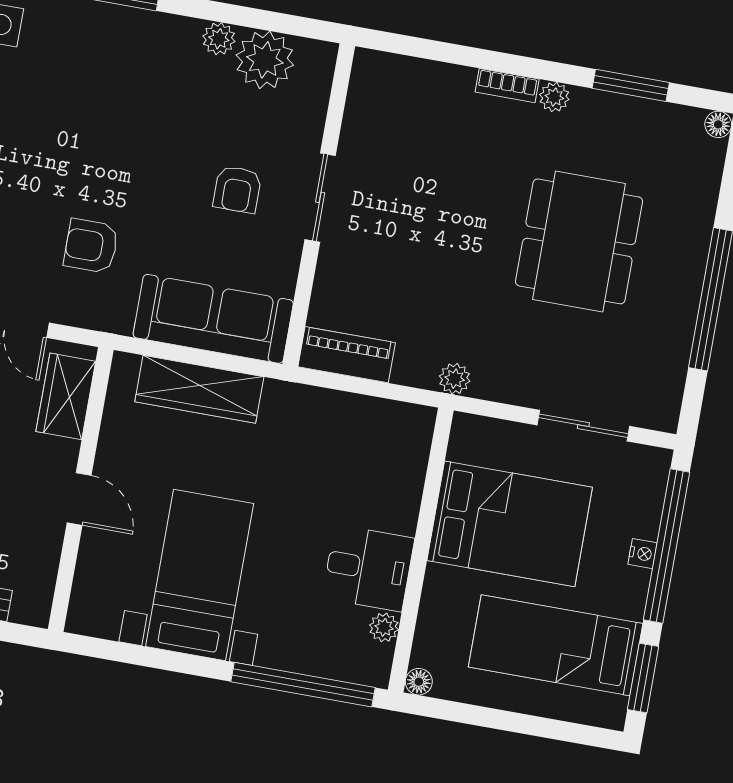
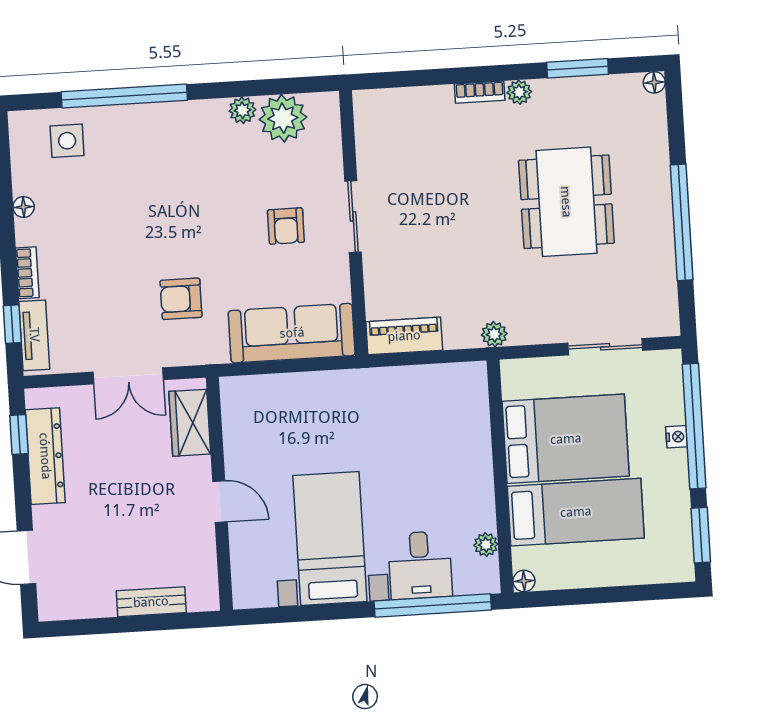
wardrobe: (199, 389) -> (294, 392), removed
desk: (368, 568) -> (420, 565), moved, turned 90
bed: (556, 645) -> (576, 512), moved, turned 180

